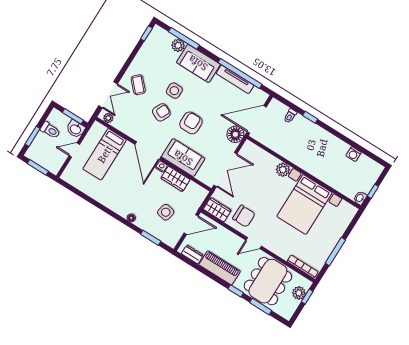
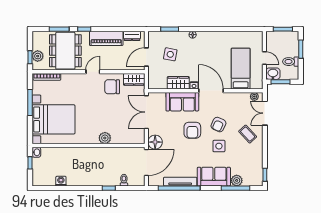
door: (74, 150) -> (264, 58), hinge flipped
bed with nightstands: (304, 204) -> (53, 119), moved, turned 90

